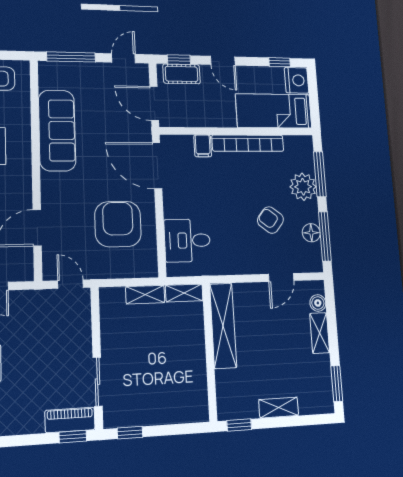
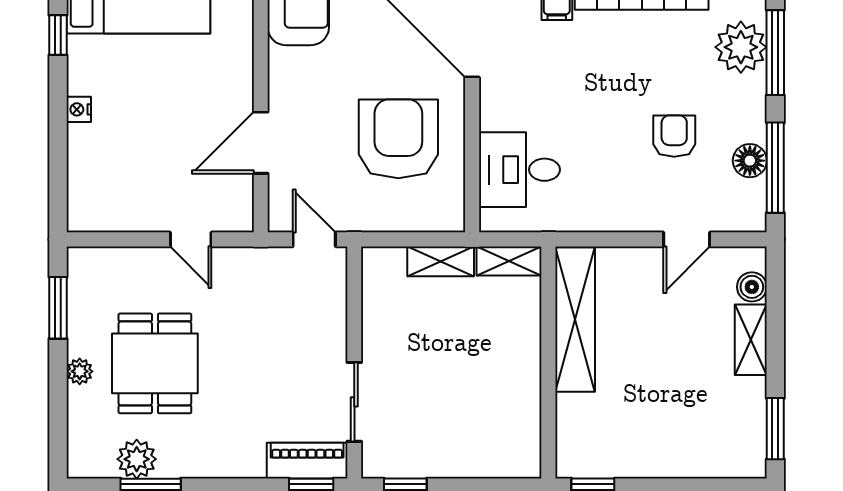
plant: (303, 187) -> (741, 47), moved
armchair: (270, 220) -> (674, 136), turned 52
shelving: (279, 408) -> (665, 463), removed

